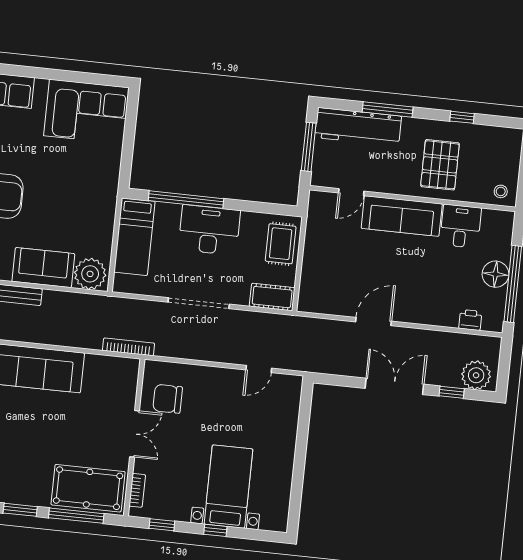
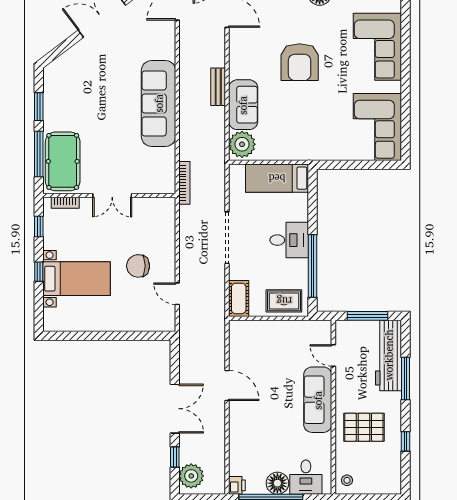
window: (186, 200) -> (313, 266), moved
desk: (461, 226) -> (306, 477), moved, turned 90
desk: (209, 230) -> (289, 240), width x0.73
printer: (470, 320) -> (237, 485), moved
chair: (168, 399) -> (138, 266), moved, turned -90

